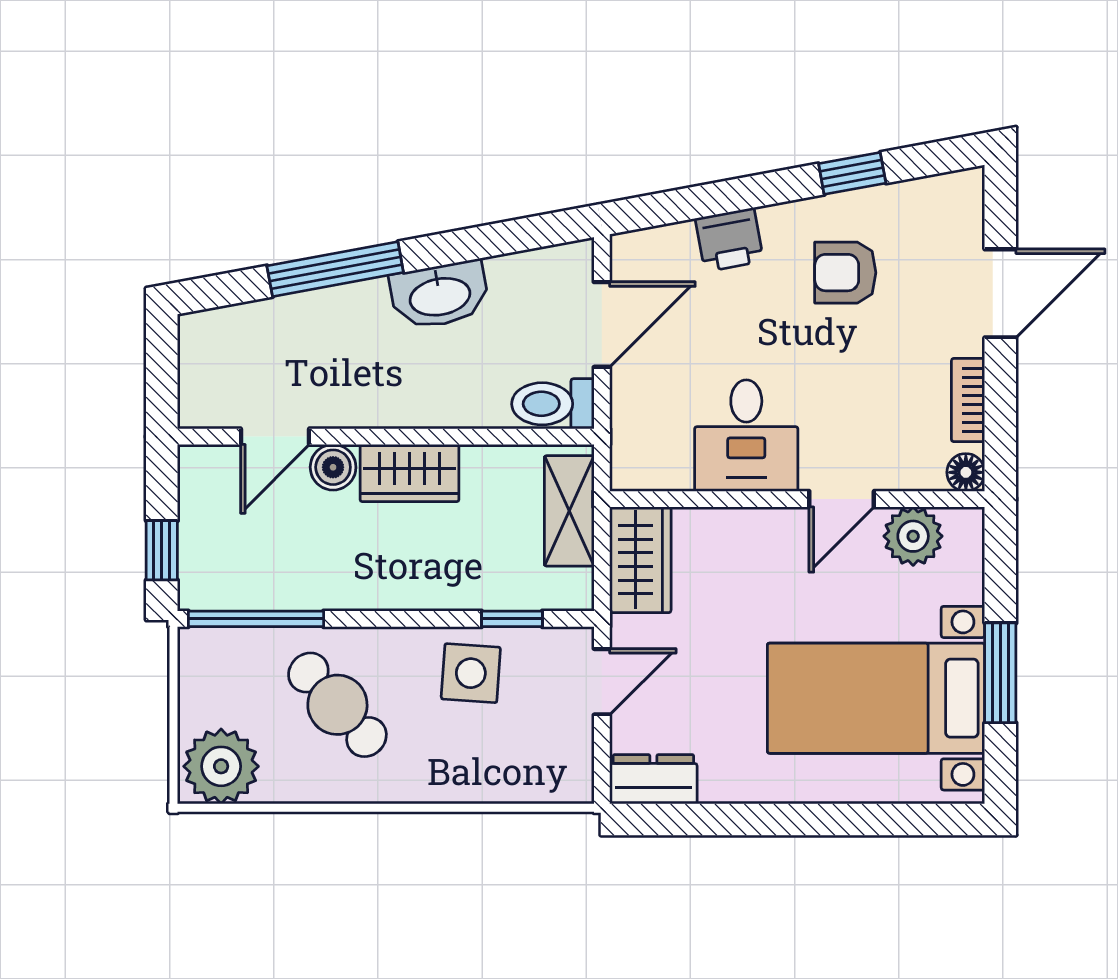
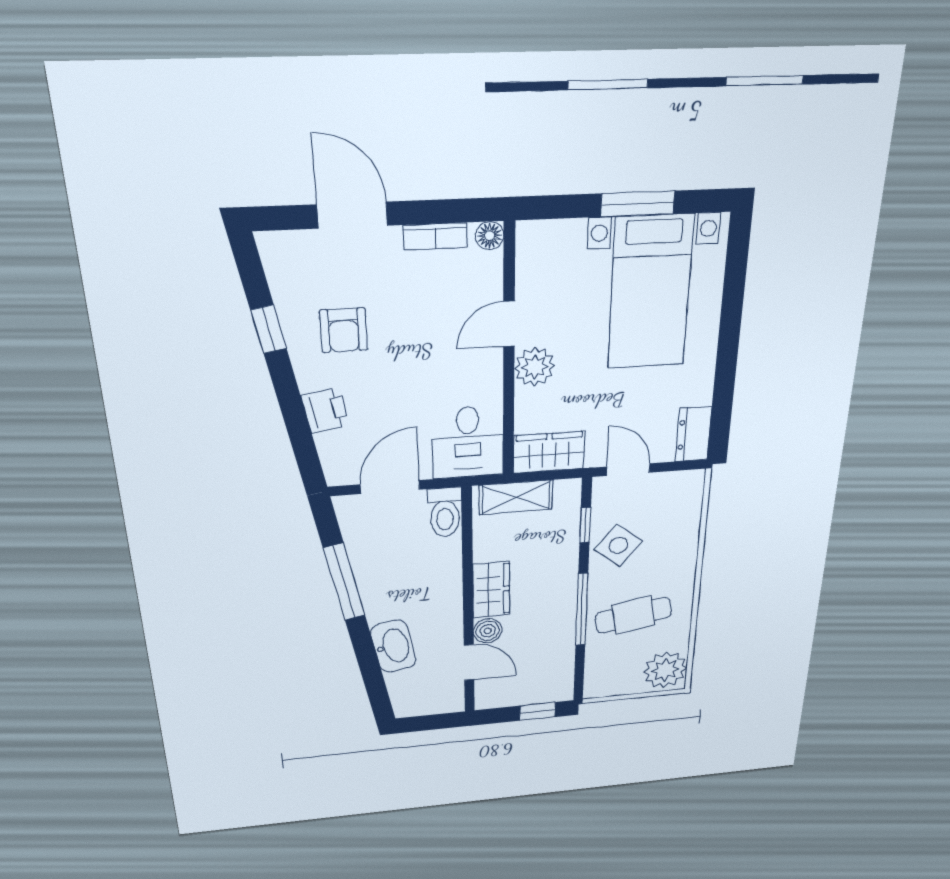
window: (335, 269) -> (344, 582), moved
washbasin: (440, 295) -> (393, 646), moved
door: (602, 324) -> (390, 487), hinge flipped
desk: (746, 436) -> (468, 442), moved, turned 90
door: (842, 499) -> (509, 324), swing flipped
plant: (913, 536) -> (535, 367), moved
window: (256, 619) -> (582, 610), moved
side table: (471, 673) -> (618, 545), turned 35
cafe table: (337, 705) -> (633, 615), turned 32

